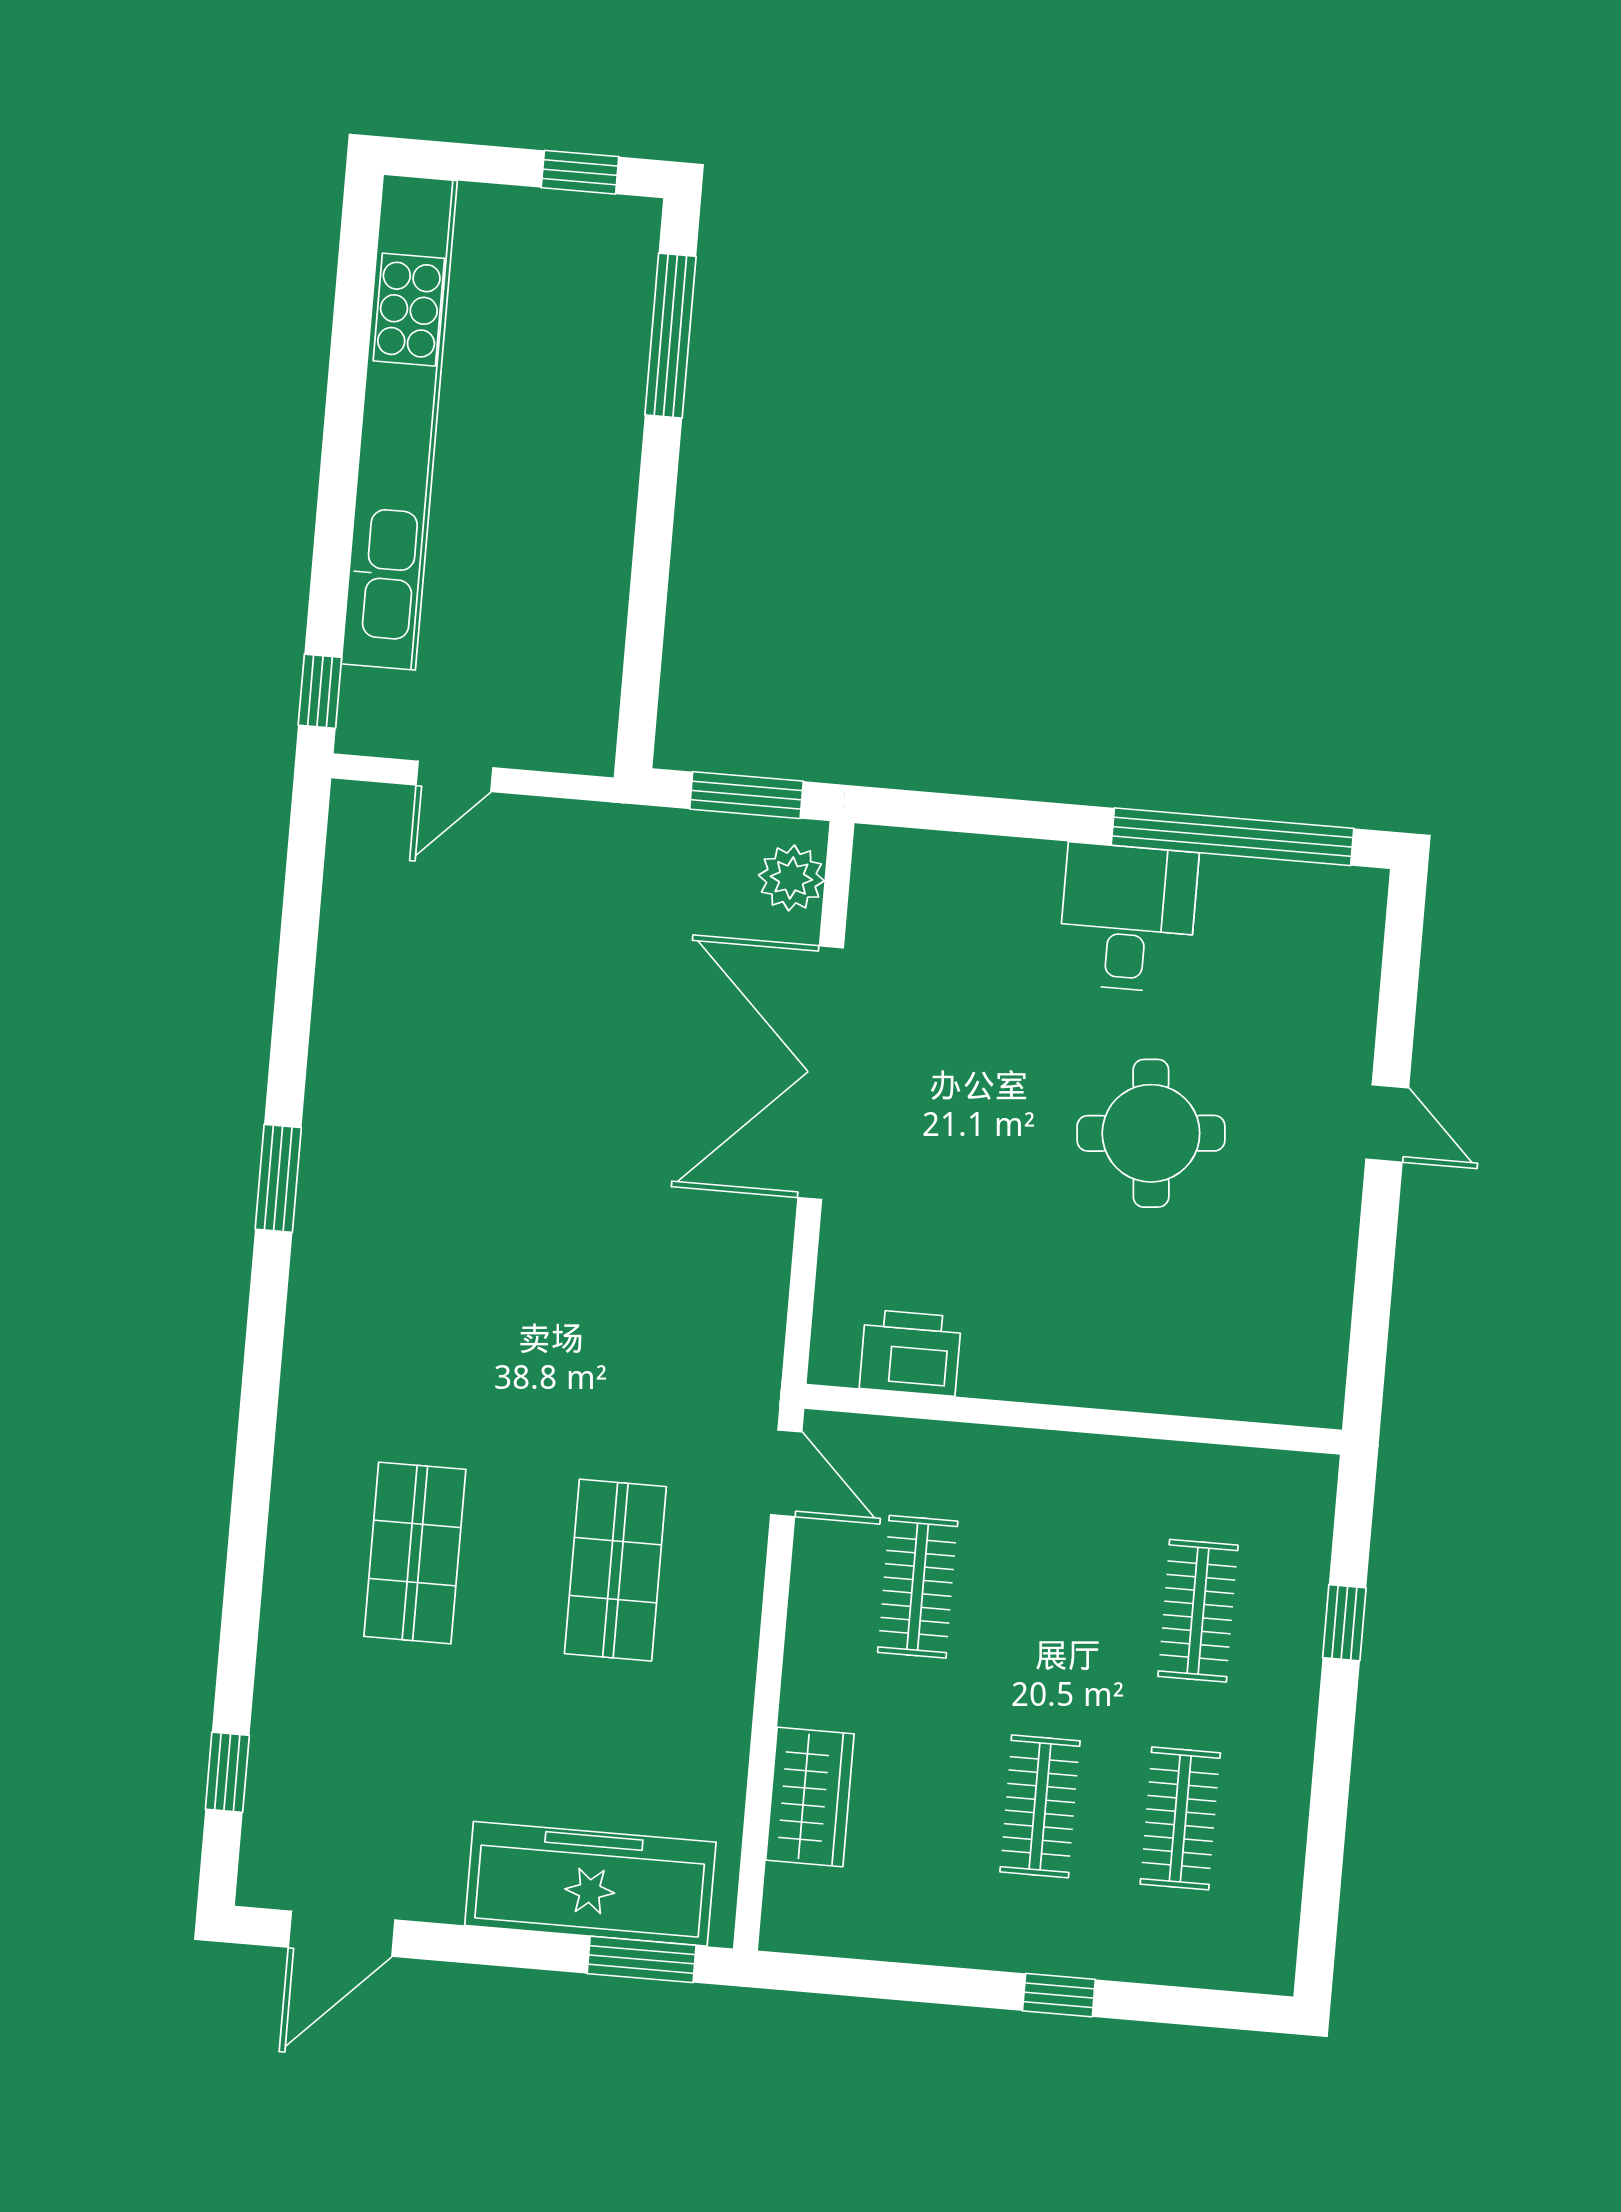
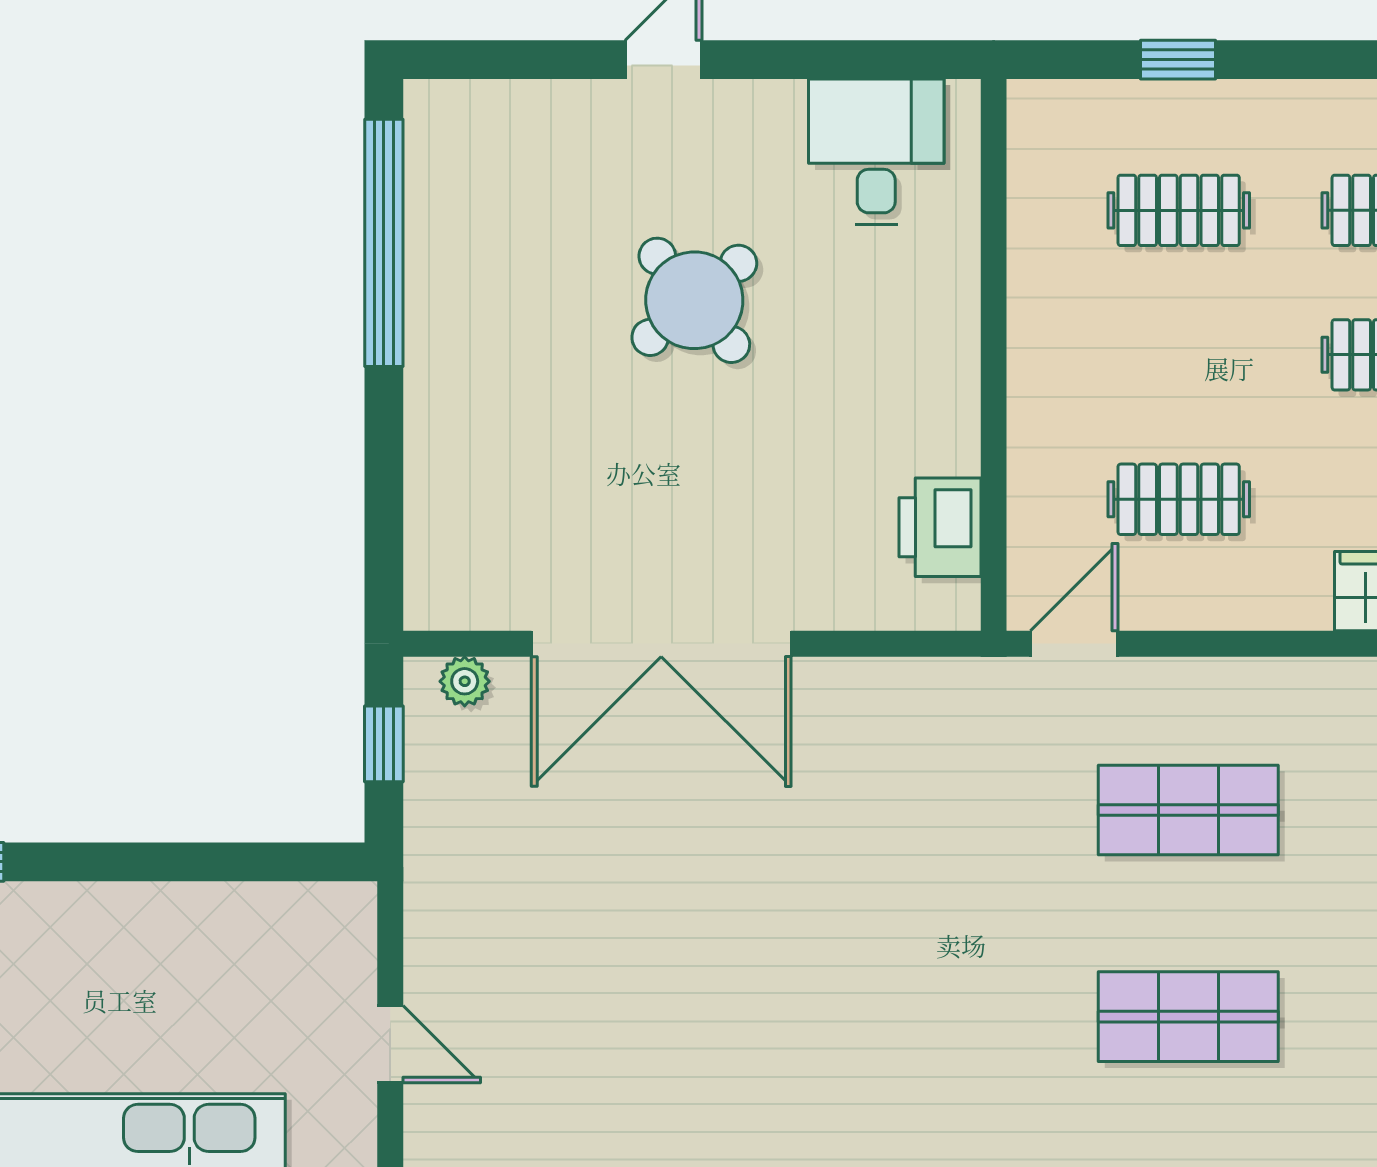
window: (746, 795) -> (384, 744), width x0.67
plant: (791, 878) -> (465, 681), width x0.73, depth x0.73
desk: (1128, 918) -> (876, 152), moved, turned 90
round table: (1151, 1133) -> (694, 300), turned -35

